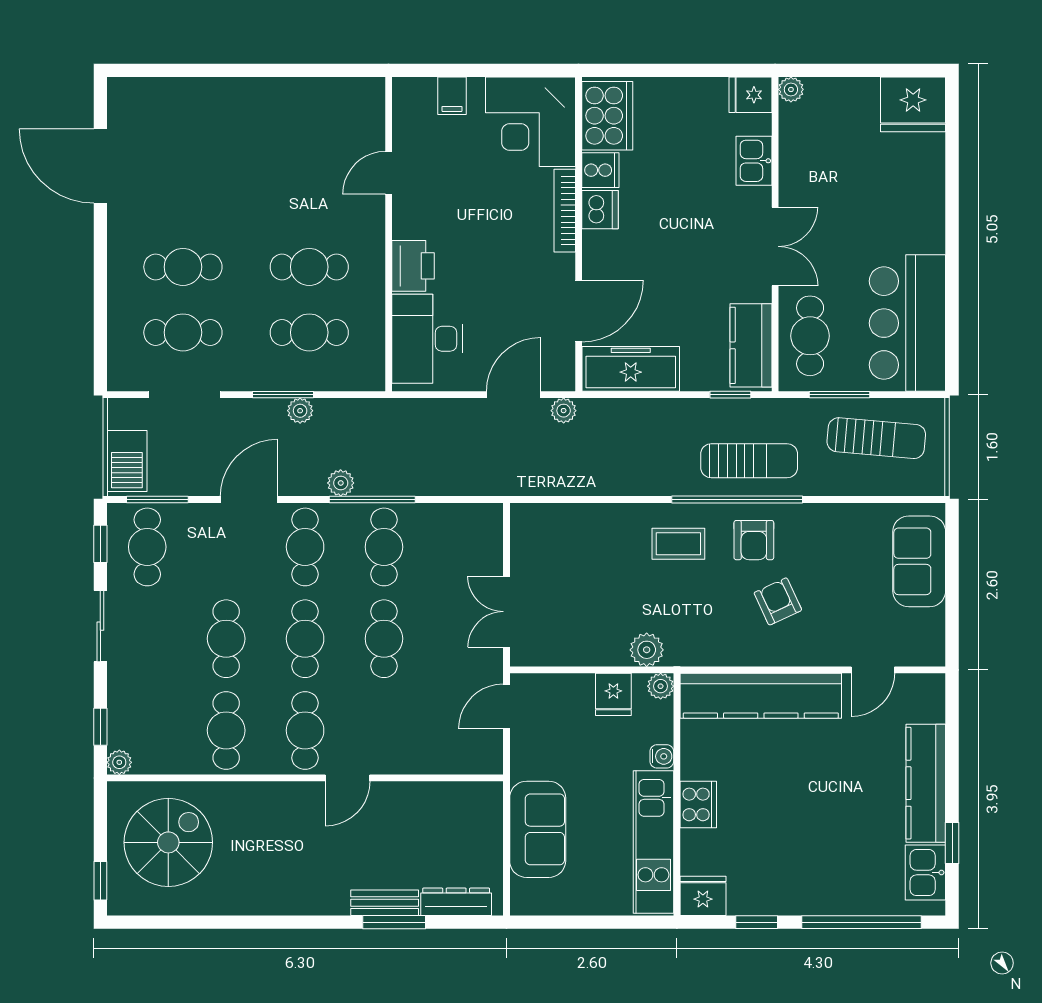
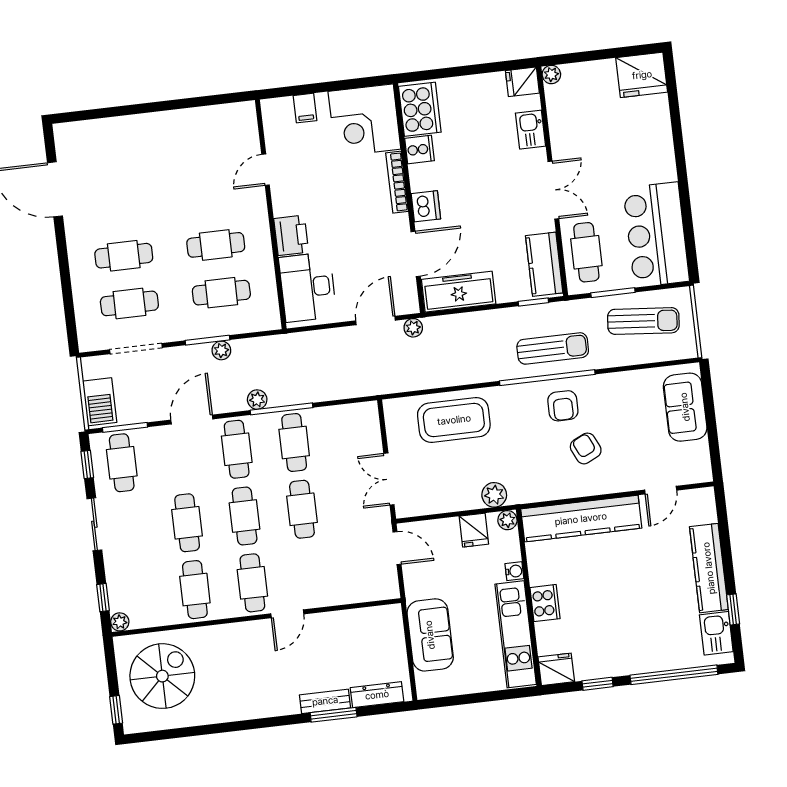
dishwasher: (600, 210) -> (426, 206), moved
coffee table: (678, 544) -> (454, 420), moved, width x1.86, depth x1.72
door: (507, 706) -> (397, 548), swing flipped

